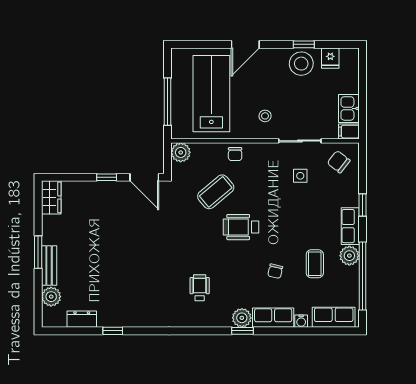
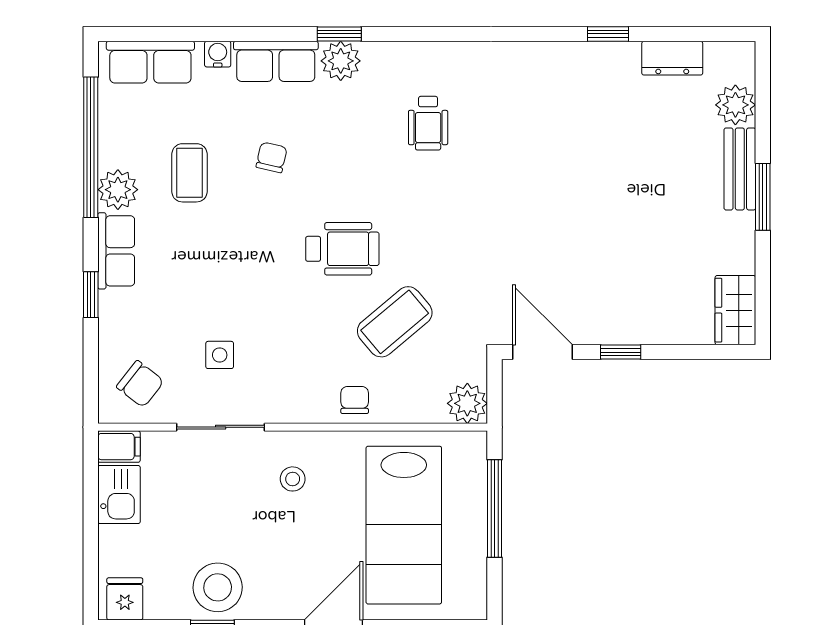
fridge: (330, 58) -> (125, 599), moved

